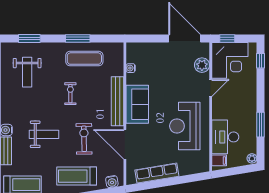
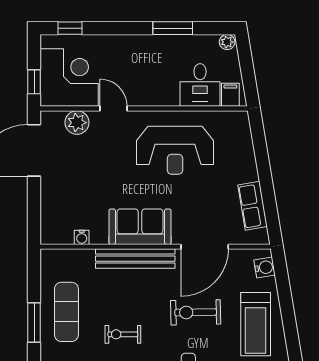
desk: (225, 137) -> (200, 85), width x0.73
row of seats: (157, 173) -> (252, 206), width x0.68

